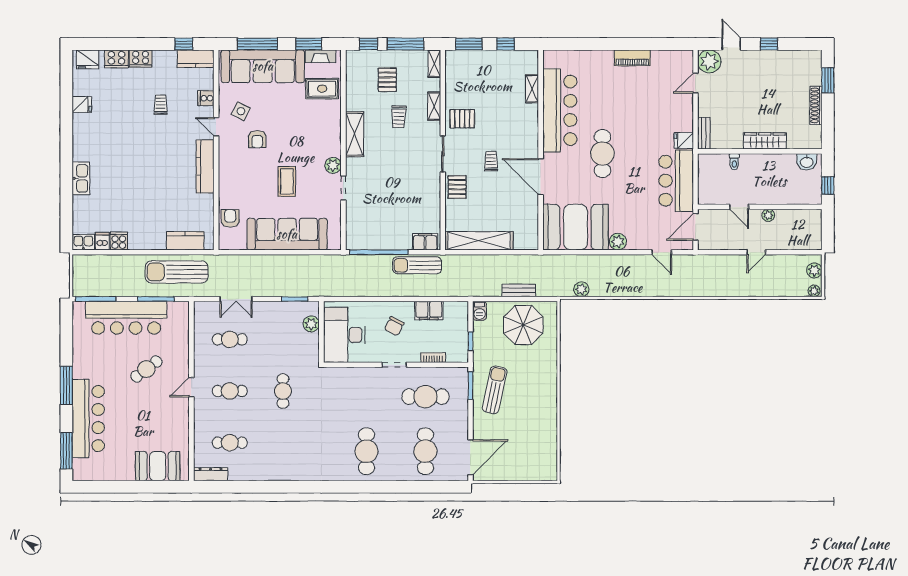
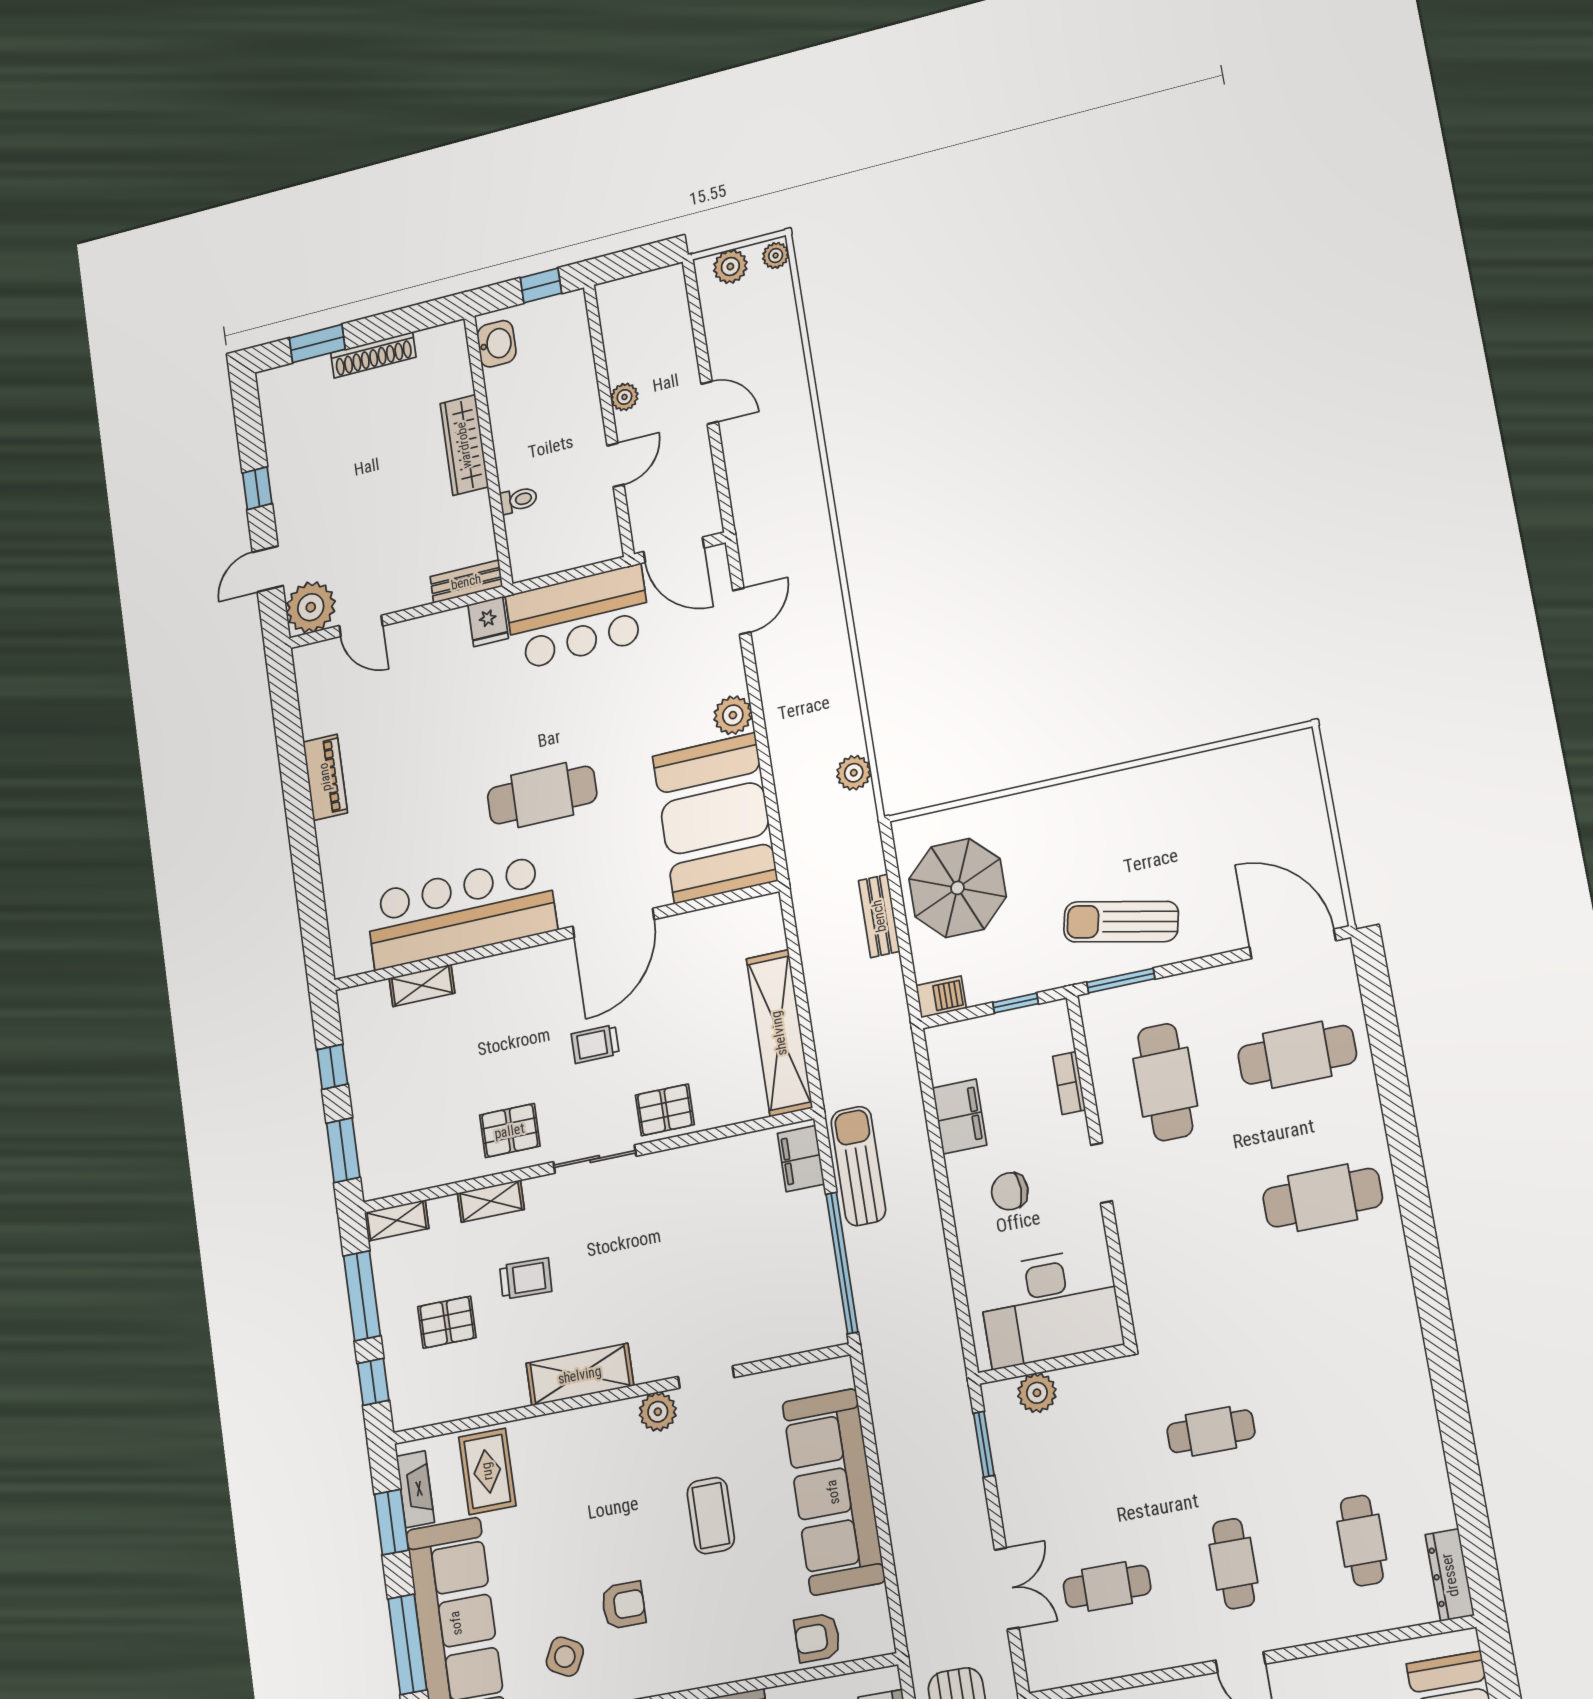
pallet: (462, 119) -> (510, 1131), turned 90
coffee table: (287, 181) -> (711, 1516), turned 90
sun lounger: (417, 265) -> (858, 1166), turned 180
chair: (394, 326) -> (1010, 1191), turned 153
cafe table: (230, 339) -> (1107, 1586), turned 90

